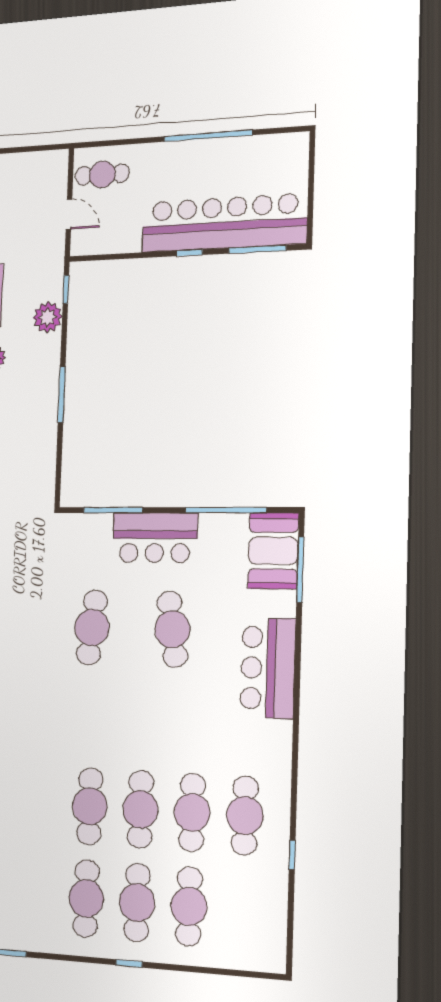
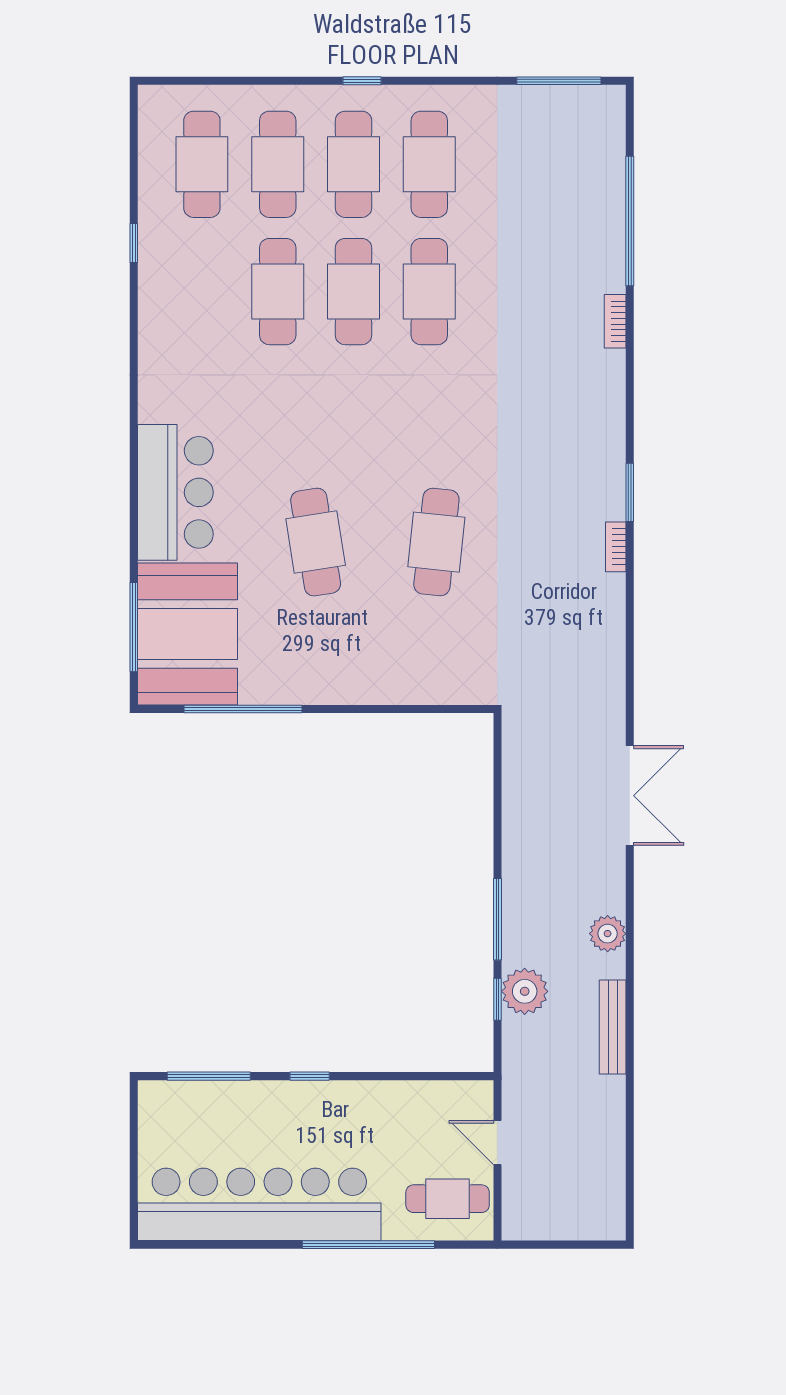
window: (208, 136) -> (368, 1245), moved
bar counter: (224, 223) -> (259, 1204), moved, turned 180
window: (66, 289) -> (497, 999), moved
window: (62, 394) -> (497, 919), moved
window: (113, 510) -> (411, 709), removed
bar counter: (155, 538) -> (346, 670), removed
booth: (273, 551) -> (188, 634), width x1.36, depth x1.42
cafe table: (245, 815) -> (202, 164), moved

